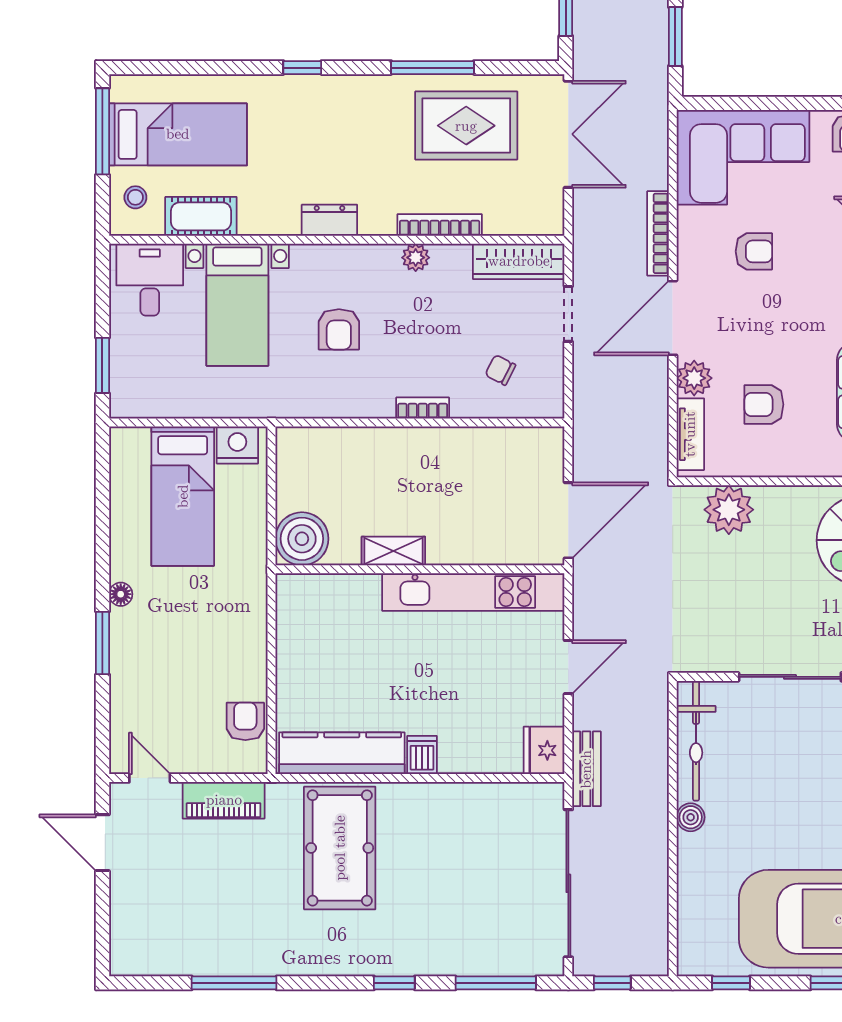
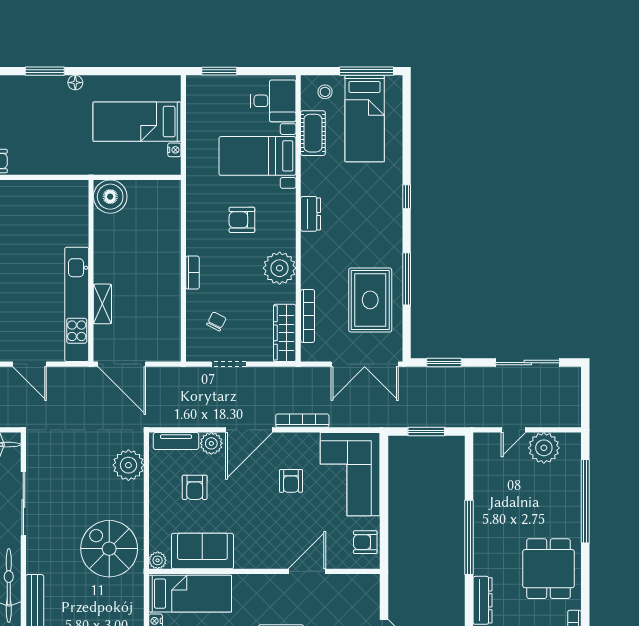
bookcase: (440, 225) -> (308, 316), moved
plant: (416, 258) -> (280, 268), width x1.88, depth x1.88
doorway: (568, 314) -> (229, 364), moved
door: (673, 318) -> (249, 430), swing flipped
armchair: (764, 404) -> (195, 487), turned 180
nightstand: (237, 445) -> (174, 150), width x0.53, depth x0.56
shelving: (393, 551) -> (102, 304), moved

